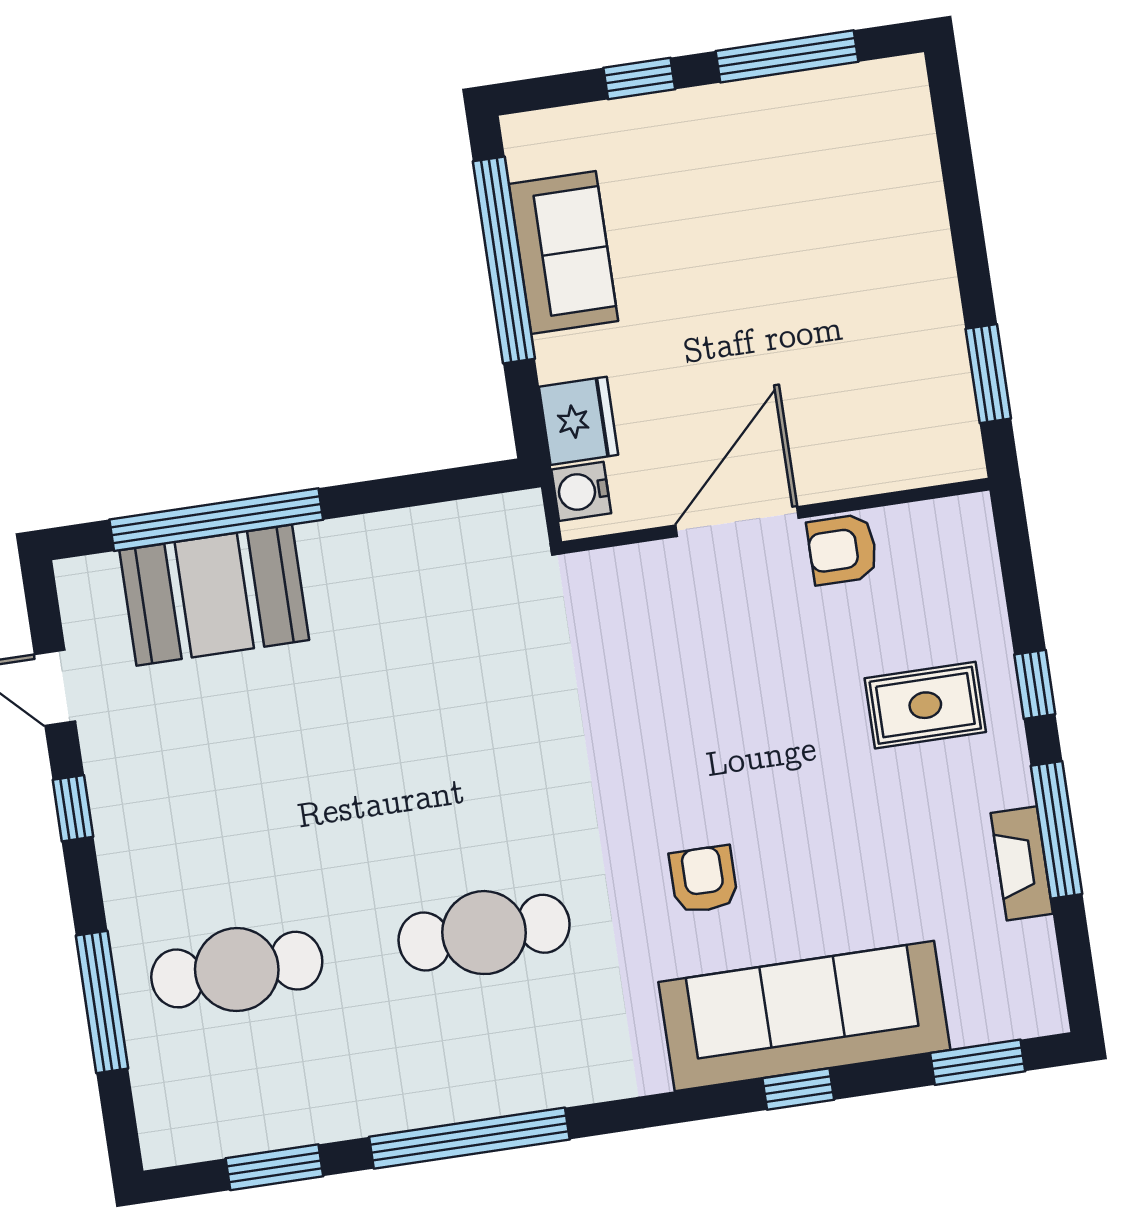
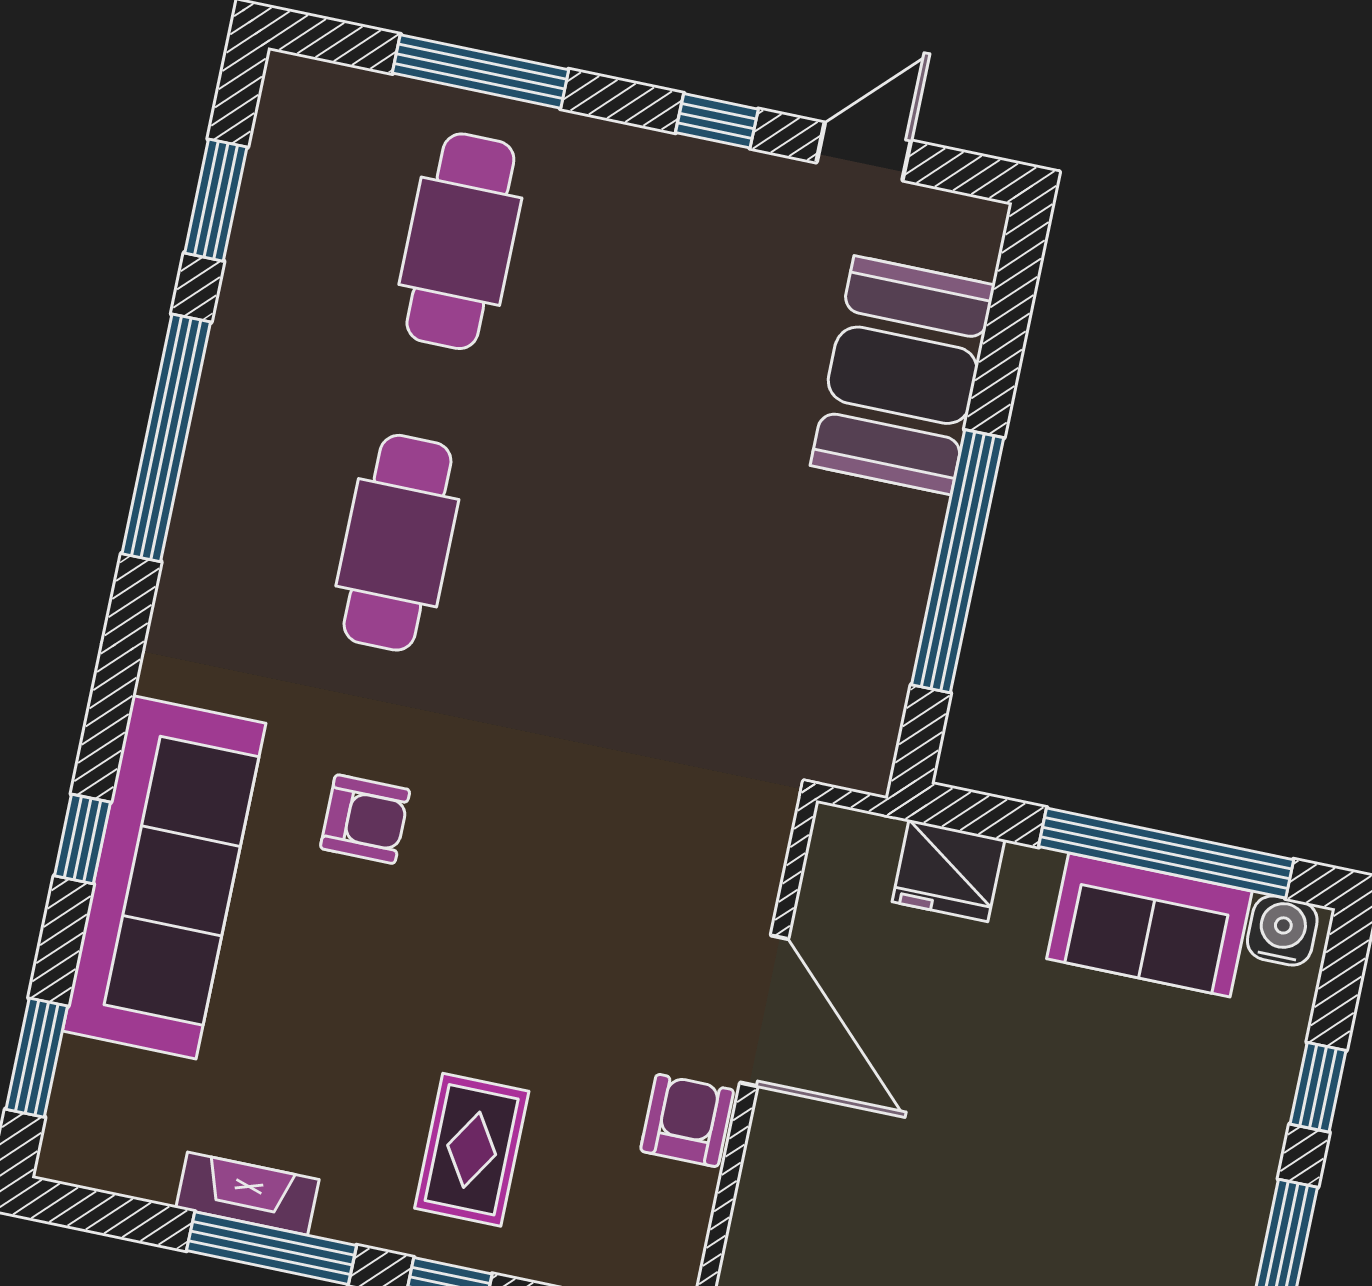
water cooler: (581, 491) -> (1282, 931), moved
window: (216, 520) -> (958, 561), moved

